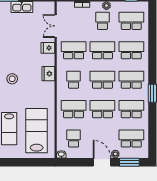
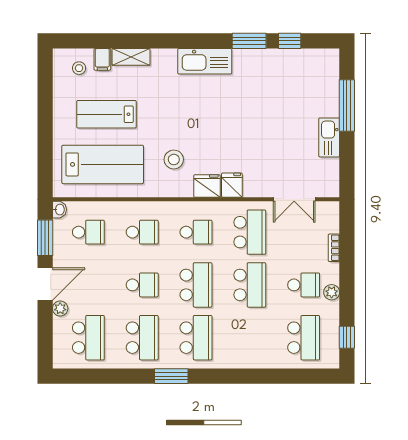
double door: (56, 26) -> (294, 199), swing flipped
fridge: (48, 48) -> (232, 185), moved
school desk: (131, 50) -> (250, 338), removed
stool: (12, 79) -> (174, 159), moved
school desk: (74, 109) -> (142, 232), width x0.54
school desk: (102, 109) -> (142, 285), width x0.54
window: (129, 162) -> (45, 238), moved

